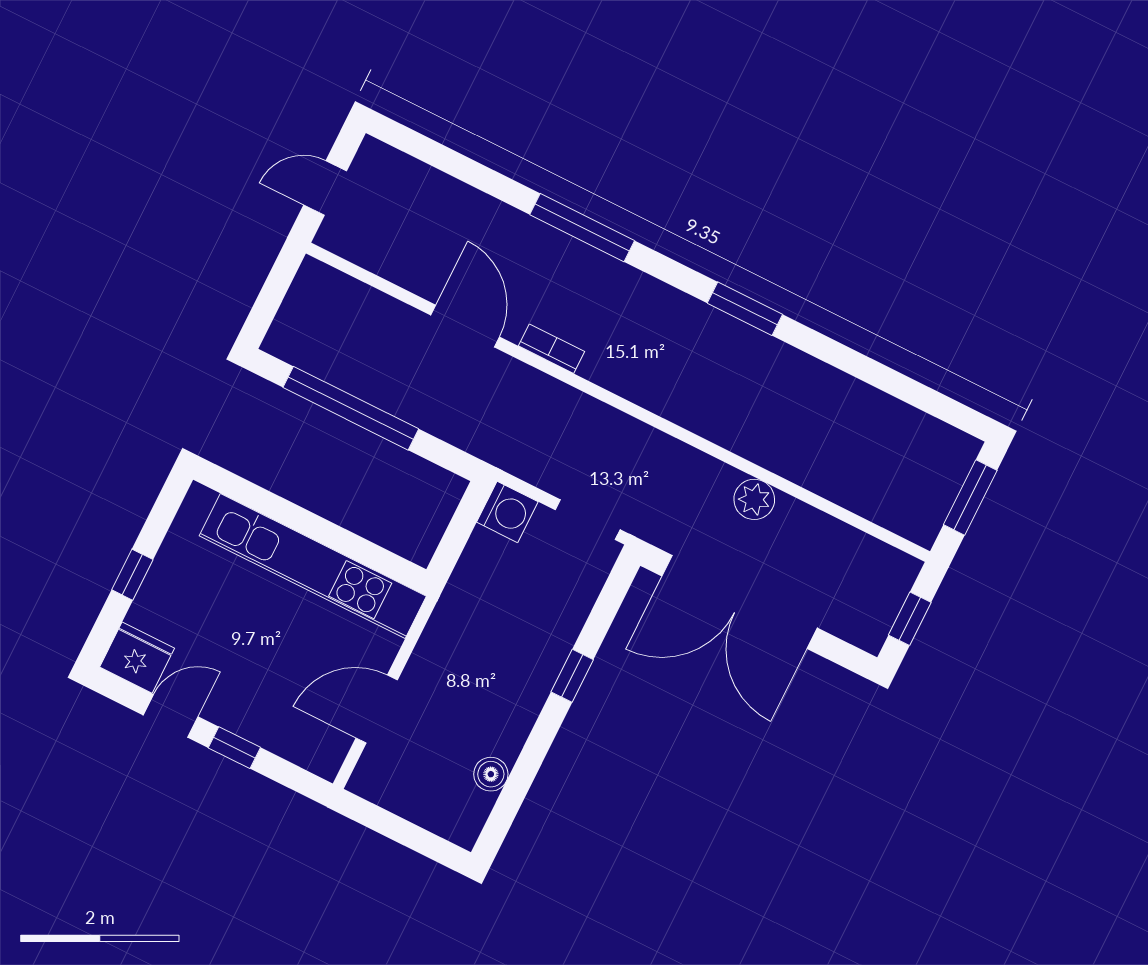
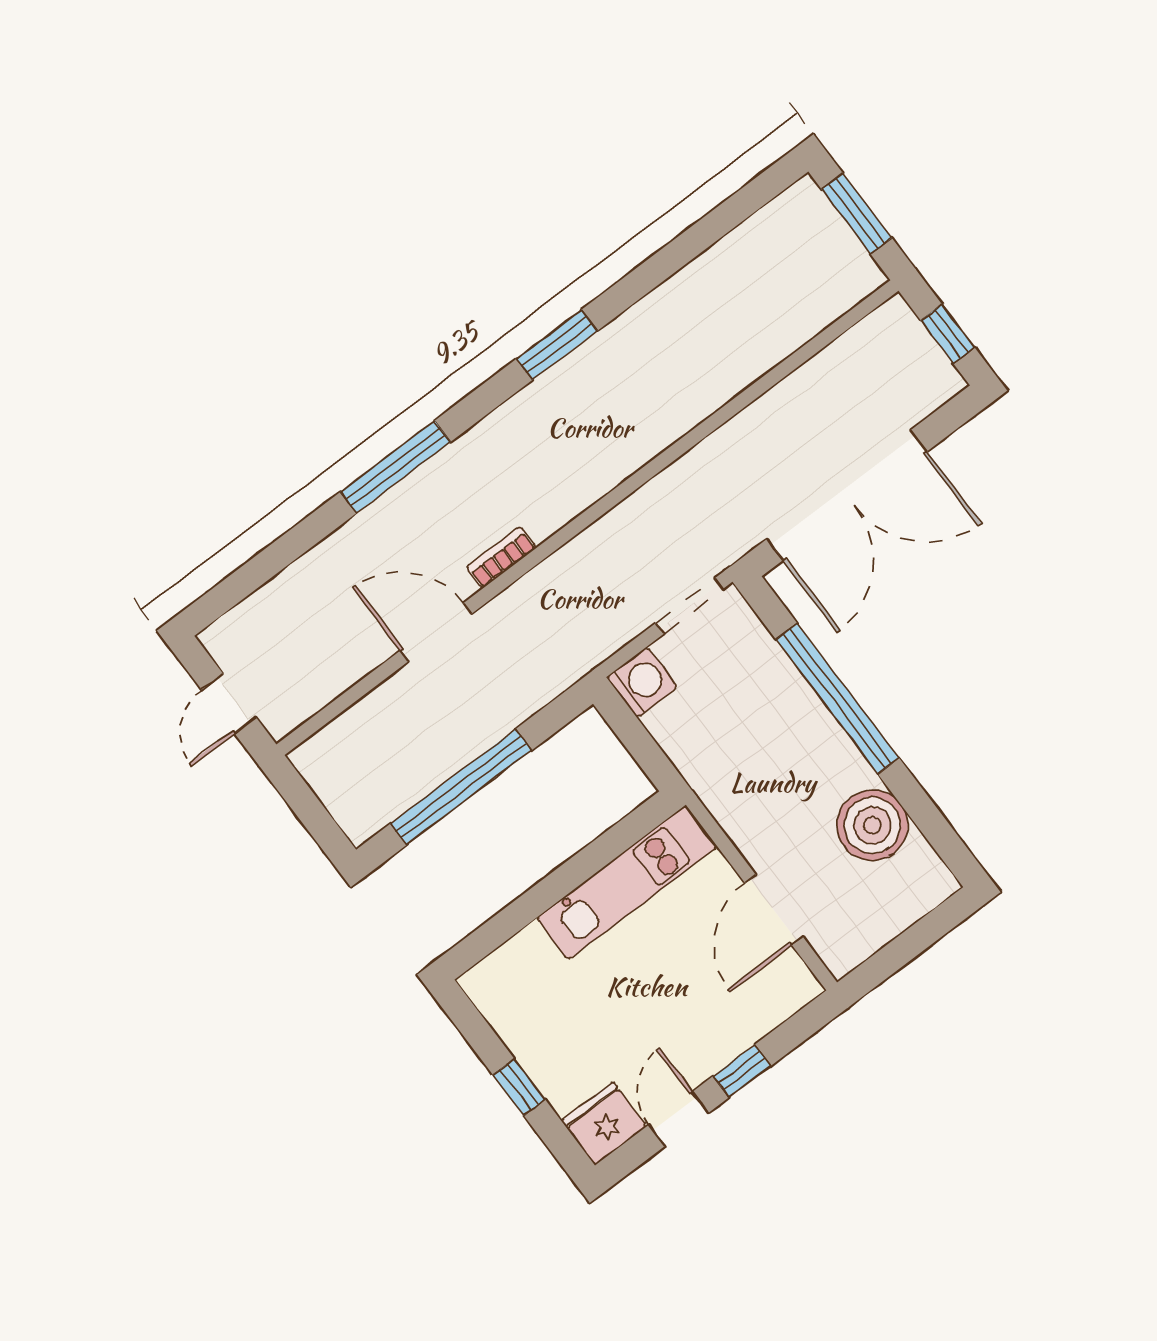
plant: (754, 499) -> (752, 430), removed
kitchen unit: (313, 566) -> (627, 882), width x0.73
window: (572, 676) -> (837, 699), width x3.17
boiler: (491, 774) -> (872, 825), width x1.86, depth x1.86

